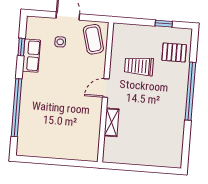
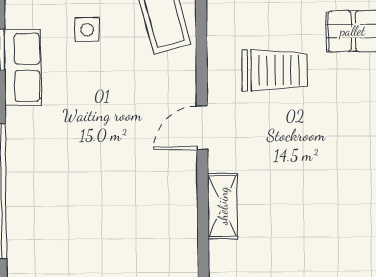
trolley: (139, 66) -> (275, 70), turned 180

